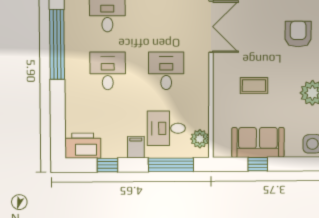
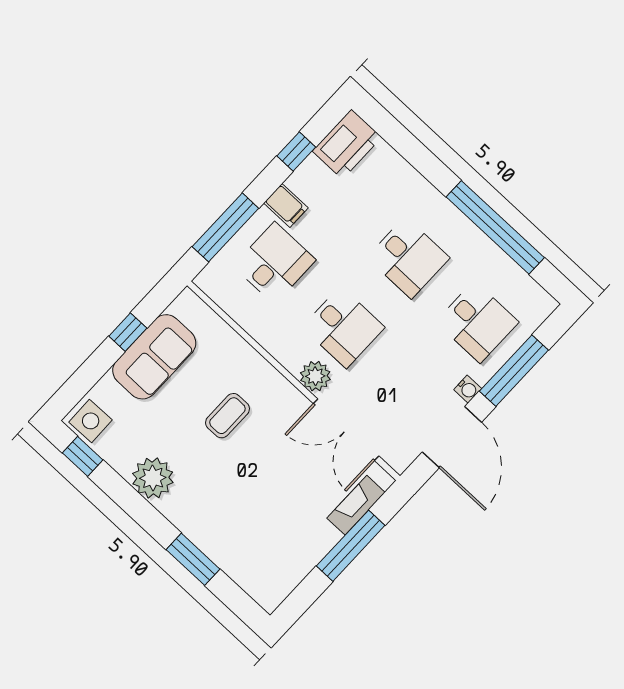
armchair: (298, 34) -> (240, 526), removed
plant: (200, 139) -> (315, 376), moved

